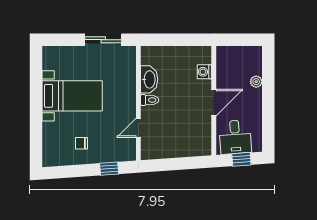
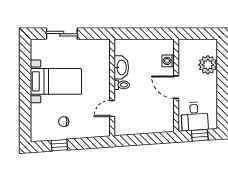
sliding door: (103, 40) -> (62, 34), moved
plant: (256, 82) -> (208, 65), width x1.88, depth x1.88
door: (214, 103) -> (176, 87), swing flipped
window: (109, 169) -> (59, 145), moved

